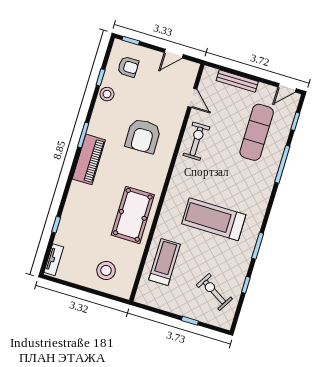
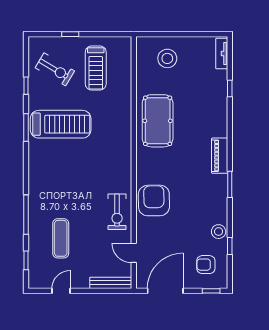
door: (174, 54) -> (165, 291), width x1.88
bench: (237, 81) -> (111, 283), moved
door: (287, 88) -> (61, 291), moved
exercise mat: (257, 132) -> (61, 238), width x0.73, depth x0.69
armchair: (143, 136) -> (154, 200), moved
piano: (89, 159) -> (220, 156), width x0.73, depth x0.75
treadmill: (214, 219) -> (61, 124), moved
treadmill: (164, 262) -> (96, 68), moved

